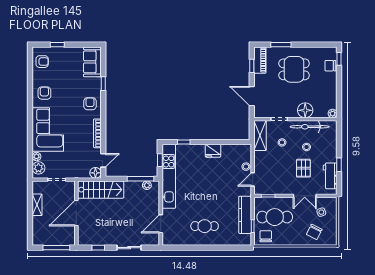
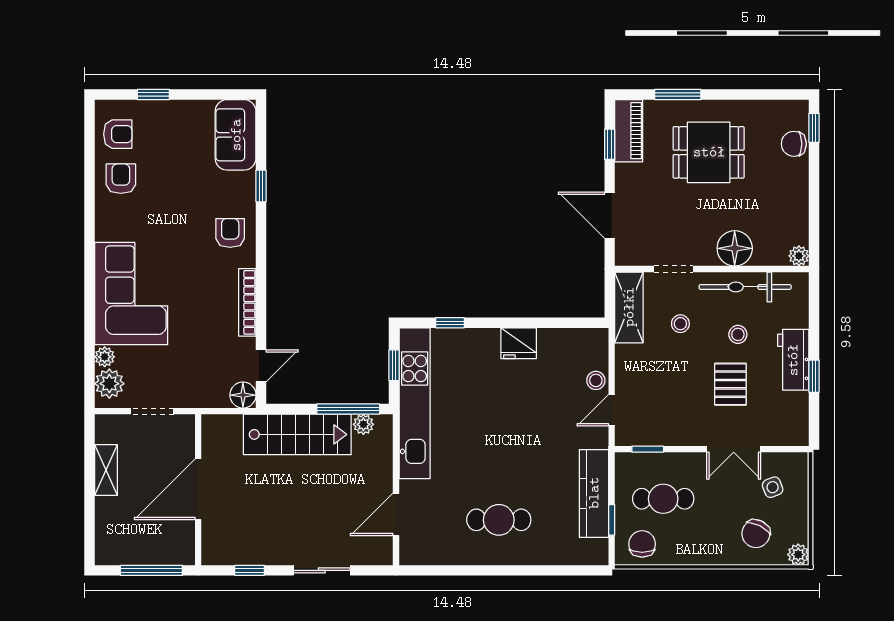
armchair: (44, 93) -> (121, 179), moved
workbench: (330, 176) -> (793, 360), moved
stairs: (101, 190) -> (297, 434), moved
cafe table: (275, 217) -> (663, 499), width x0.73, depth x0.74
plant: (332, 241) -> (798, 555), added

